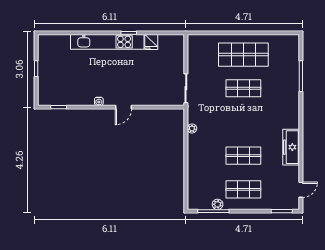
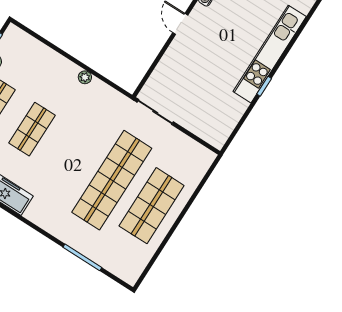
fridge: (151, 42) -> (236, 106), removed
shop shelf: (243, 88) -> (112, 180), width x2.00, depth x1.36
plant: (192, 128) -> (85, 77), moved

